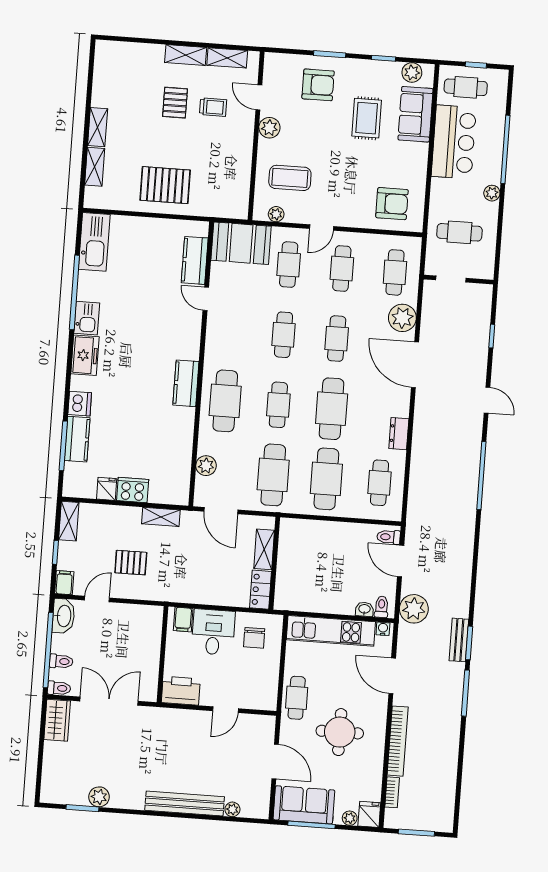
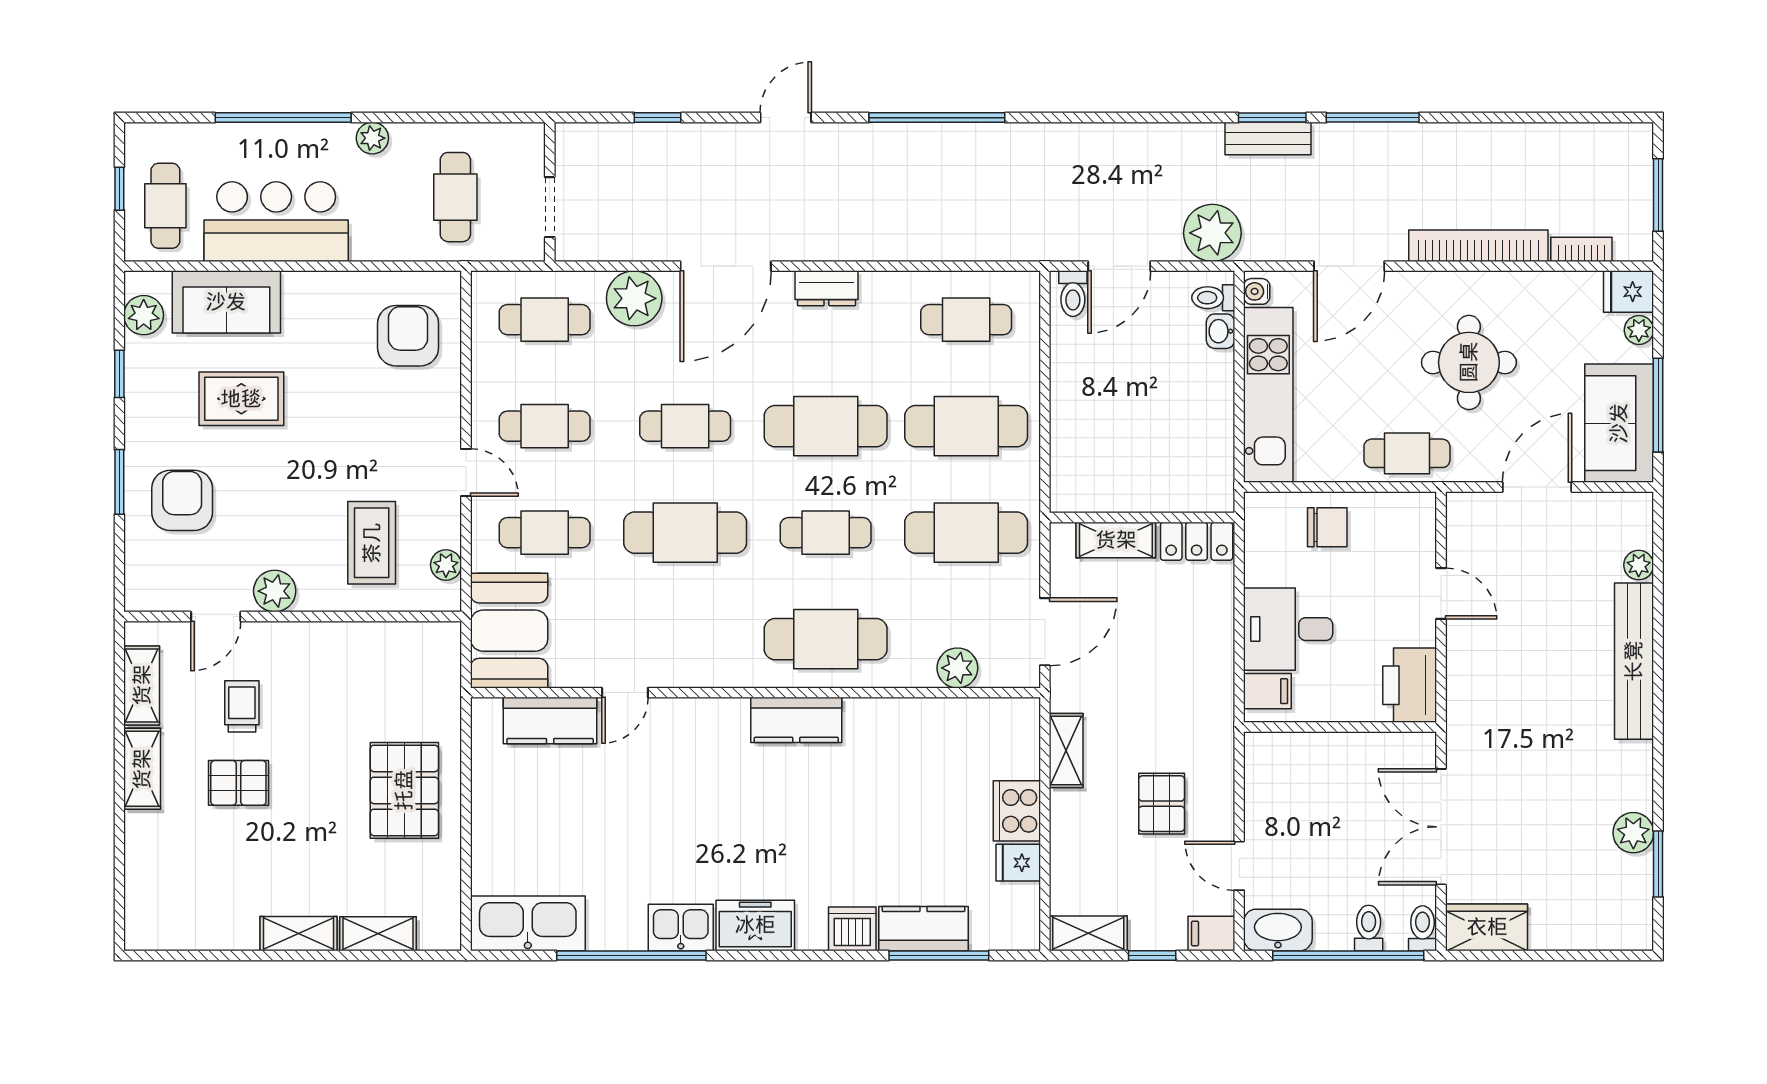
cafe table: (284, 335) -> (685, 533), width x1.37, depth x1.35
dresser: (399, 434) -> (826, 288), moved
chair: (254, 638) -> (1327, 527), moved

